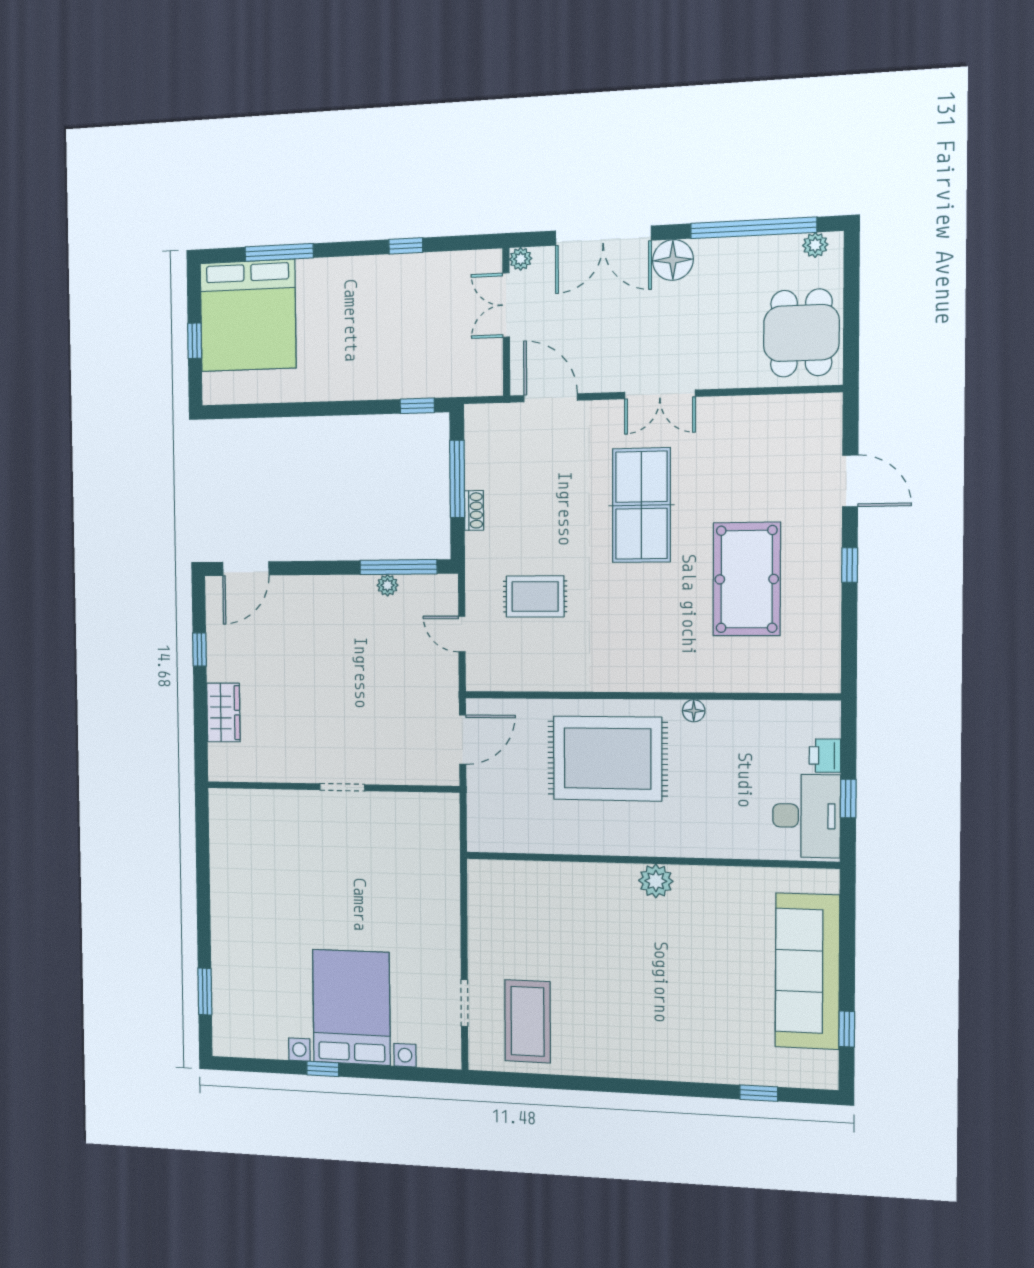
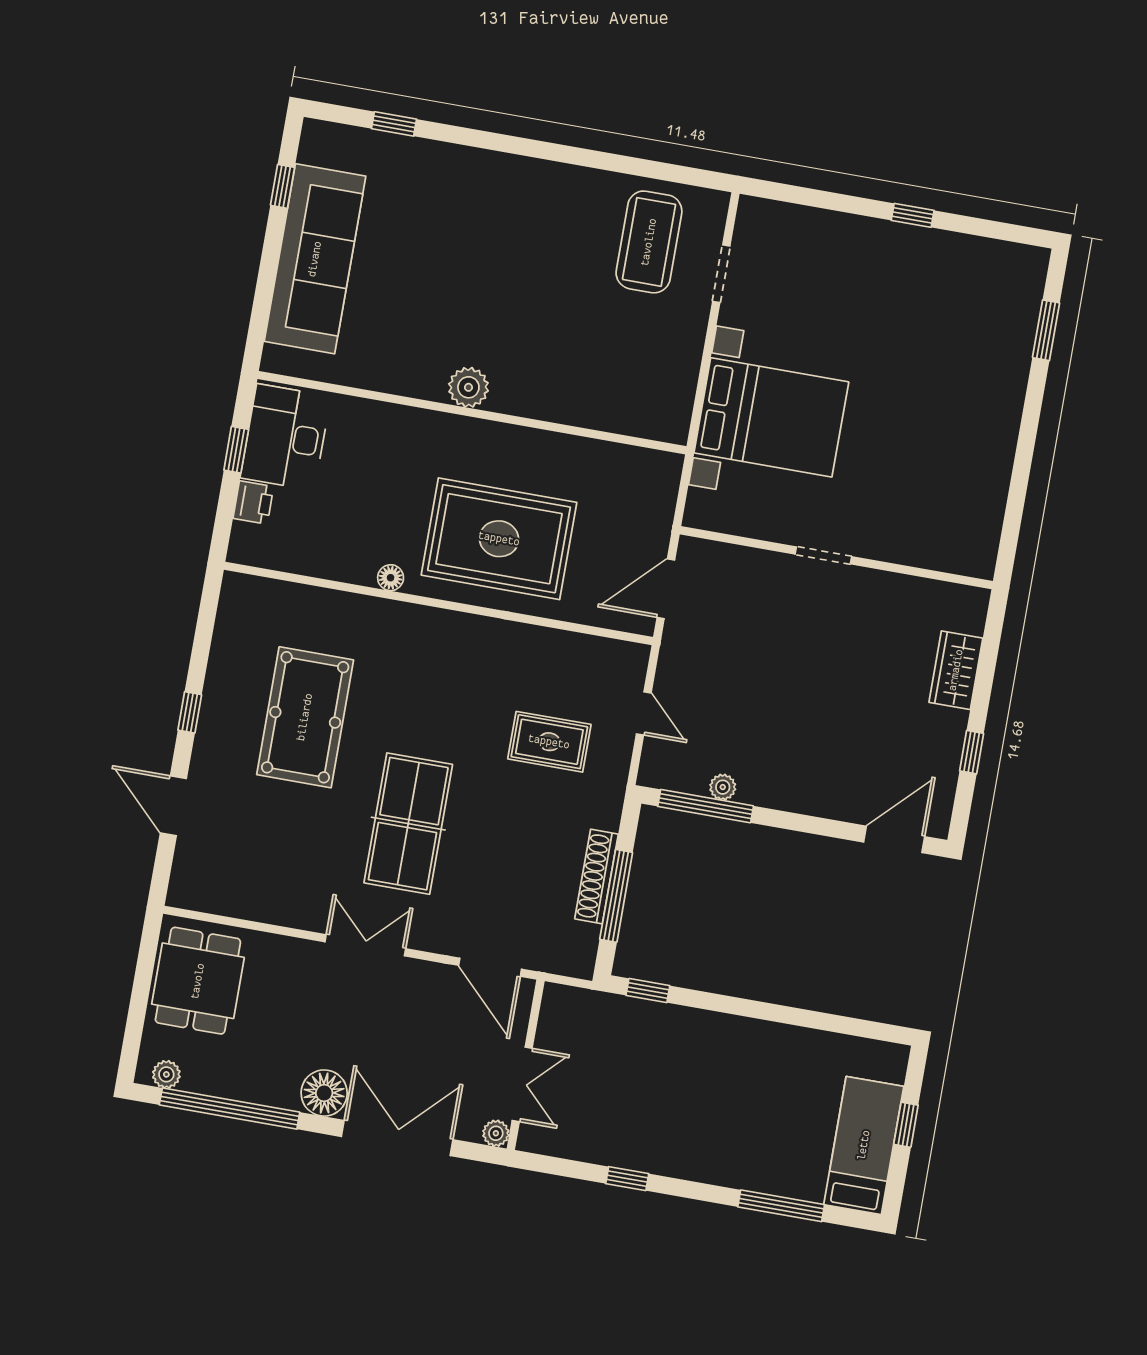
bed: (248, 316) -> (864, 1145), width x0.49
shoe rack: (474, 510) -> (596, 877), width x1.94, depth x1.24
bed with nightstands: (351, 1007) -> (771, 417), moved, turned -90

